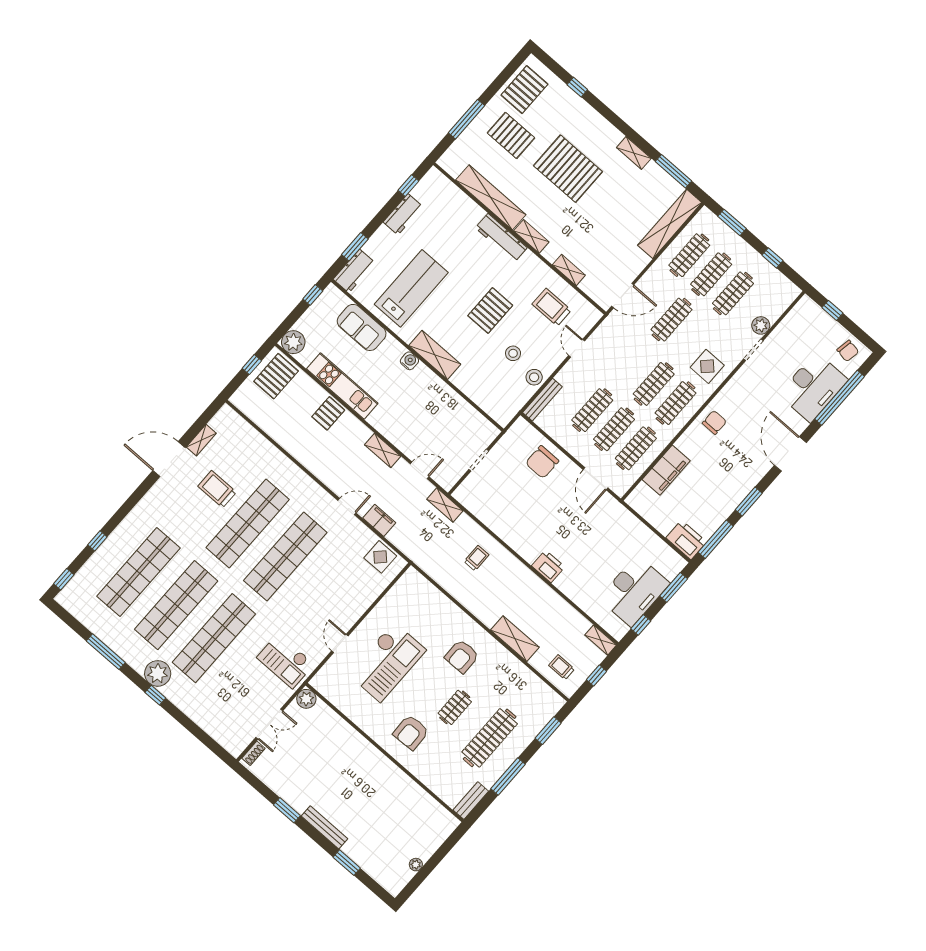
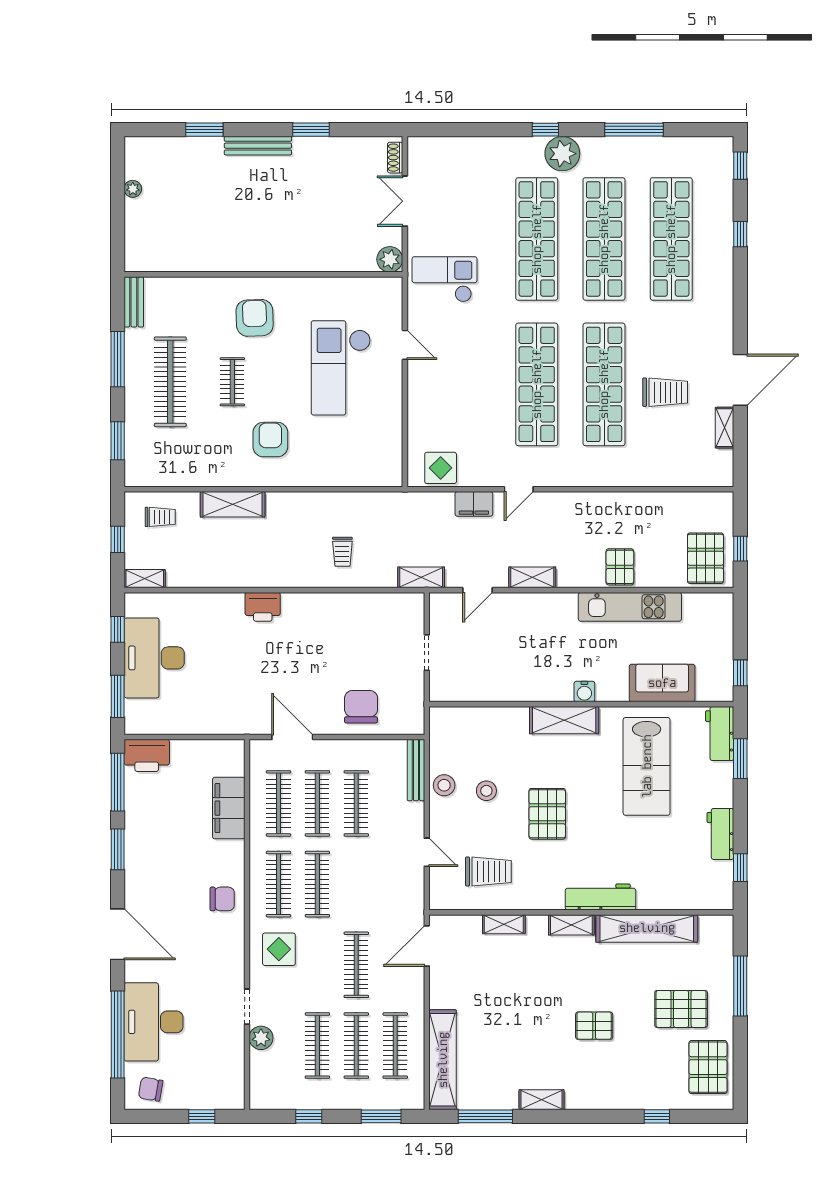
pallet: (568, 169) -> (594, 1026), width x0.49, depth x0.50
plant: (293, 342) -> (718, 608), removed
chair: (714, 422) -> (222, 899), turned -90

